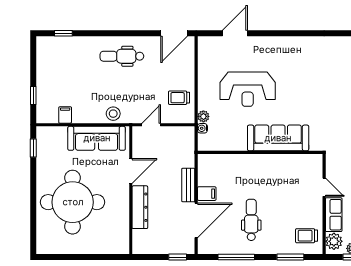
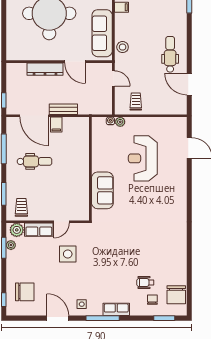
door: (174, 33) -> (189, 84), moved
sofa: (278, 138) -> (102, 190), width x0.73

